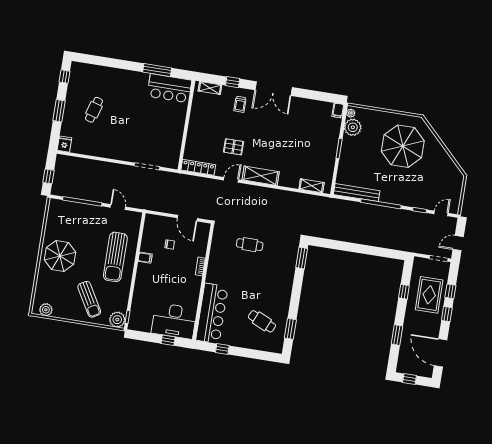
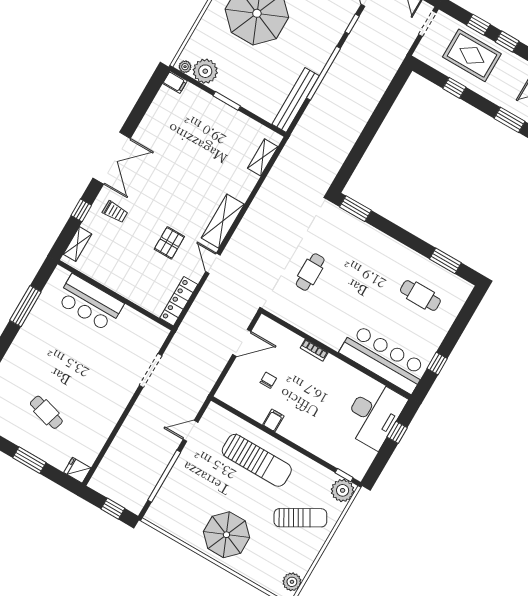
bar counter: (169, 88) -> (90, 303), moved, turned 90
cafe table: (262, 321) -> (420, 296), turned 66

